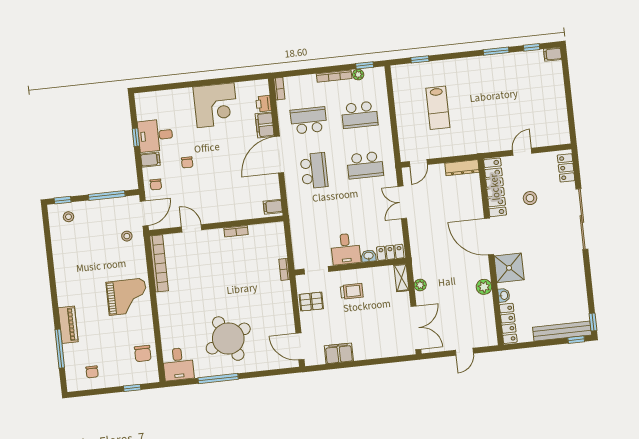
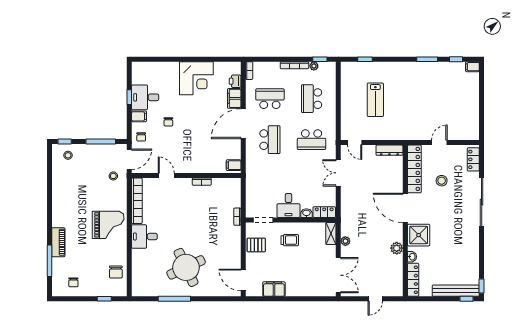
school desk: (360, 115) -> (312, 99), turned 90
door: (418, 163) -> (355, 143), hinge flipped
desk: (178, 364) -> (144, 237), moved, turned 90

